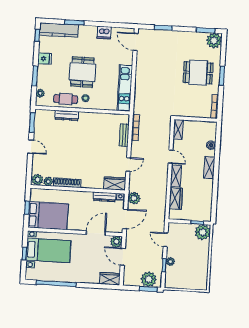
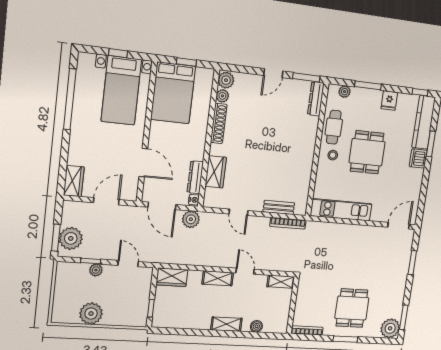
dishwasher: (104, 33) -> (418, 158), moved
dining table: (82, 72) -> (367, 152), turned 90
dresser: (67, 115) -> (316, 99), moved
door: (171, 157) -> (245, 271), swing flipped
wardrobe: (115, 184) -> (216, 172), moved
wardrobe: (176, 198) -> (172, 277), moved
plant: (203, 232) -> (91, 314), moved
door: (166, 240) -> (128, 264), hinge flipped
plant: (116, 242) -> (129, 192), removed

